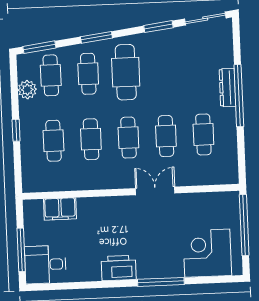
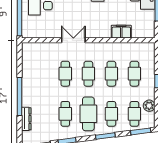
dresser: (227, 88) -> (26, 119), moved
cafe table: (203, 134) -> (65, 114), moved
double door: (155, 191) -> (73, 40), swing flipped
filing cabinet: (60, 209) -> (121, 32), moved

